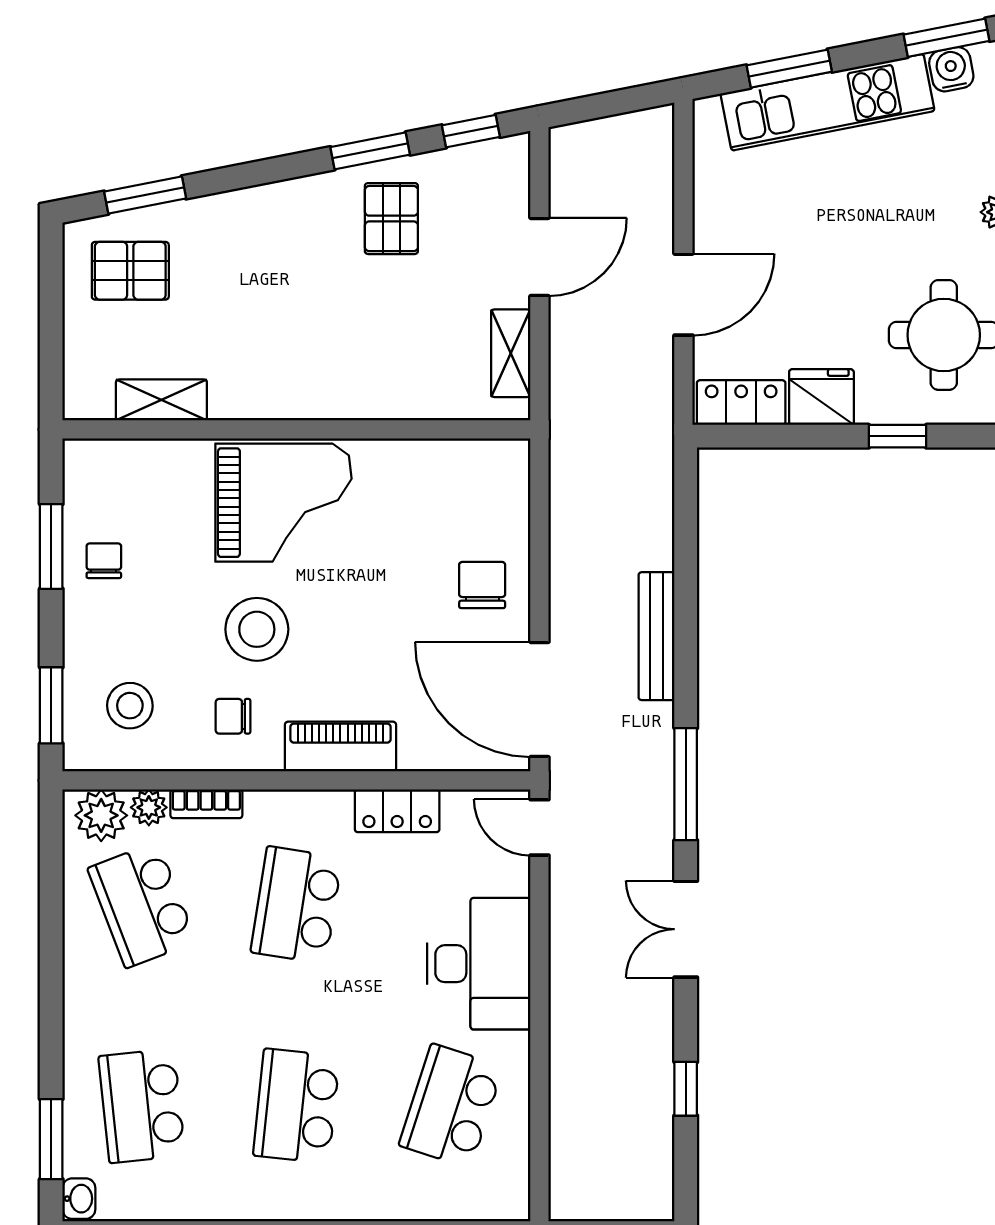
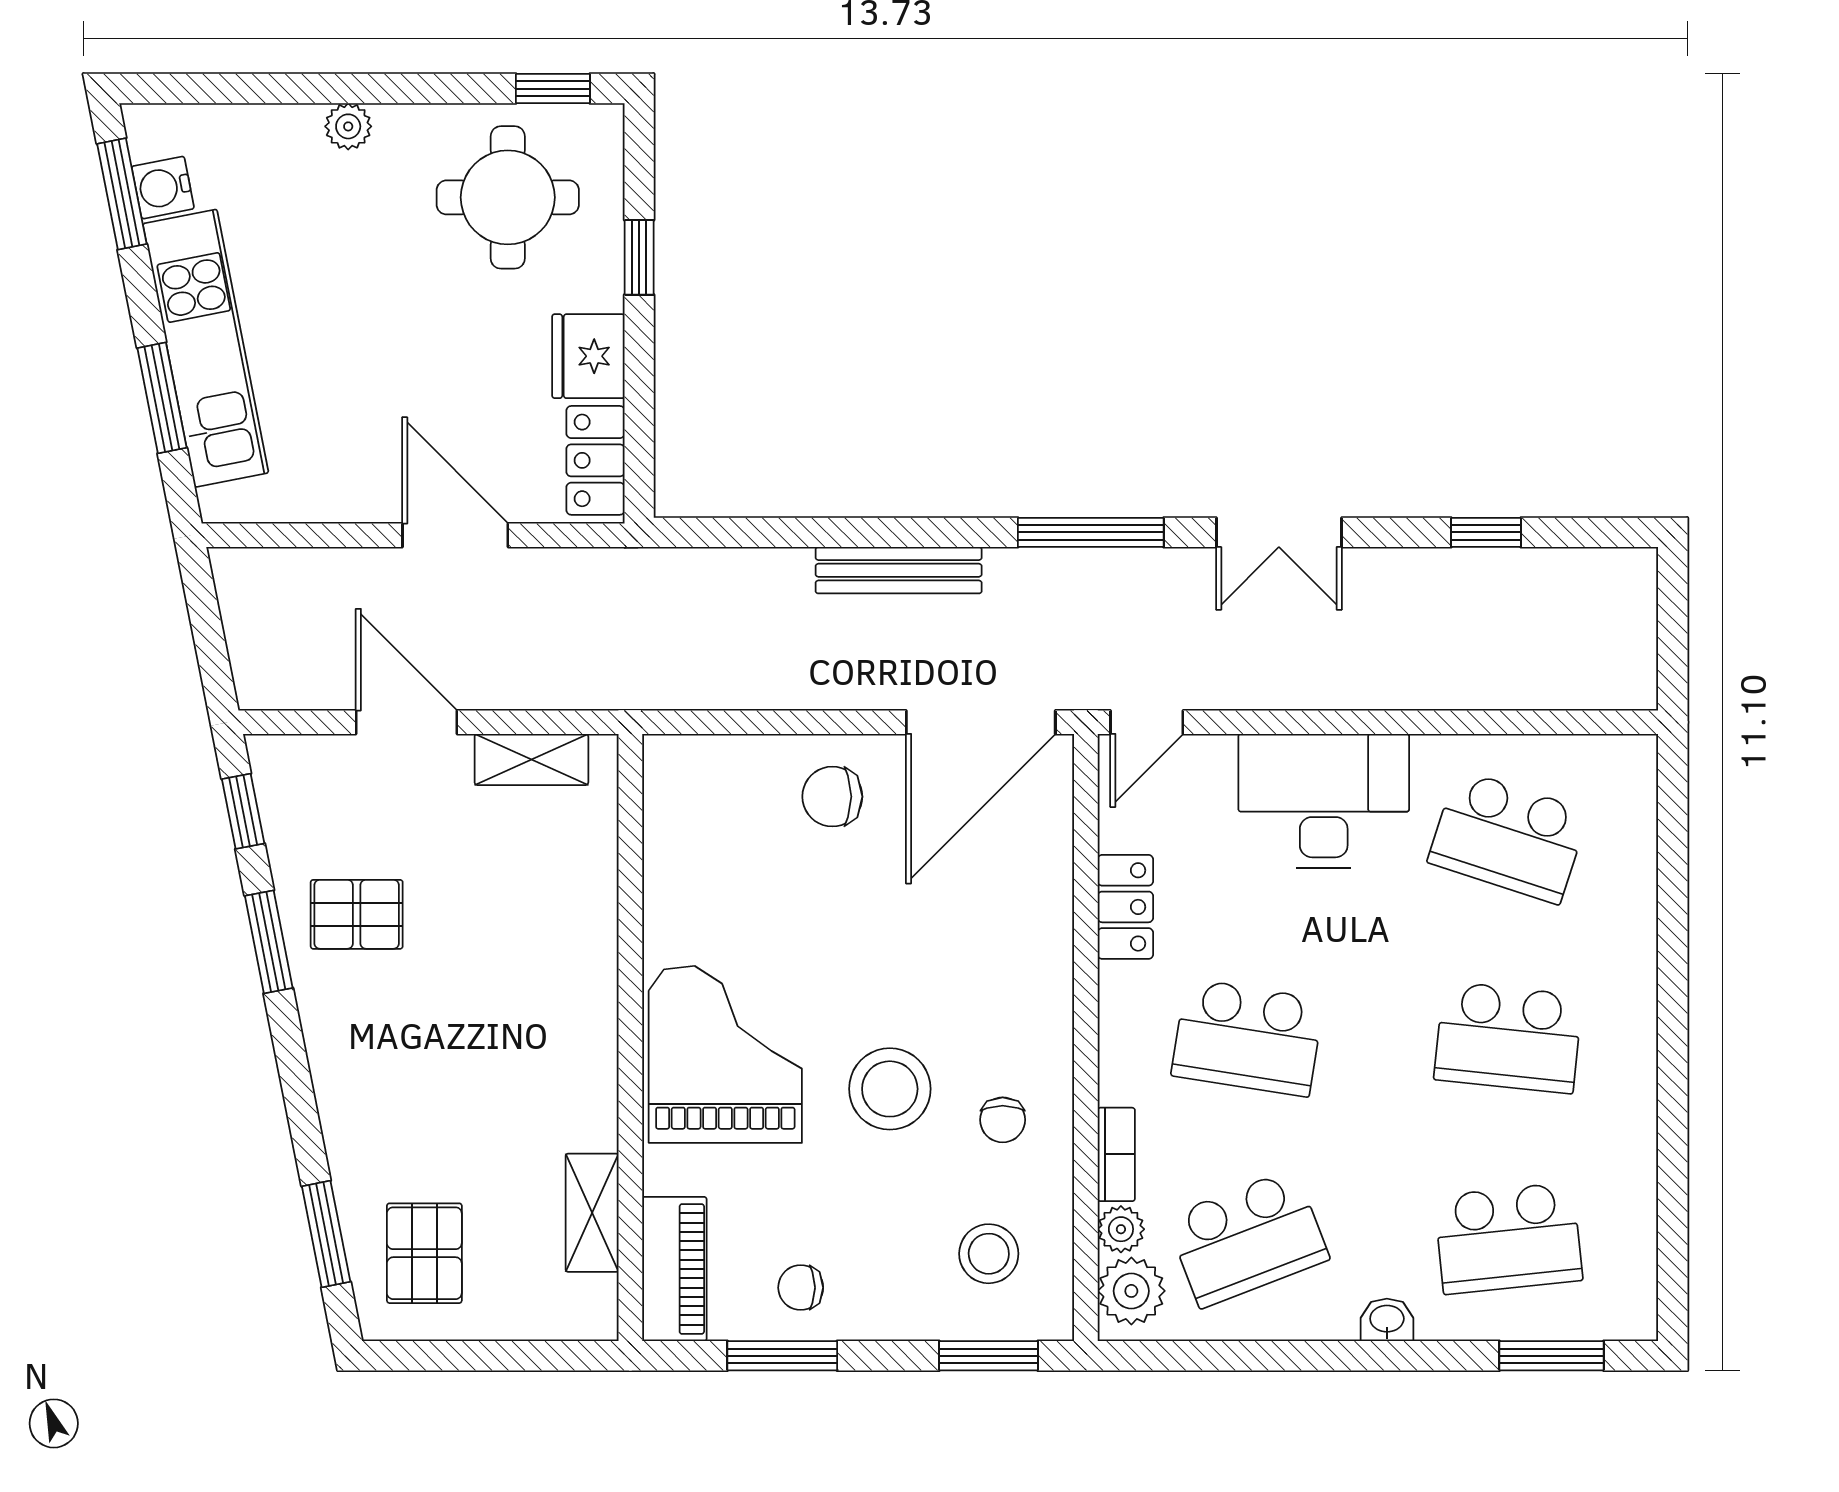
piano: (340, 747) -> (674, 1269), moved, turned 180
washbasin: (79, 1199) -> (1387, 1320), moved

